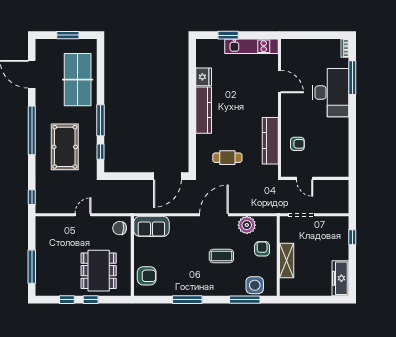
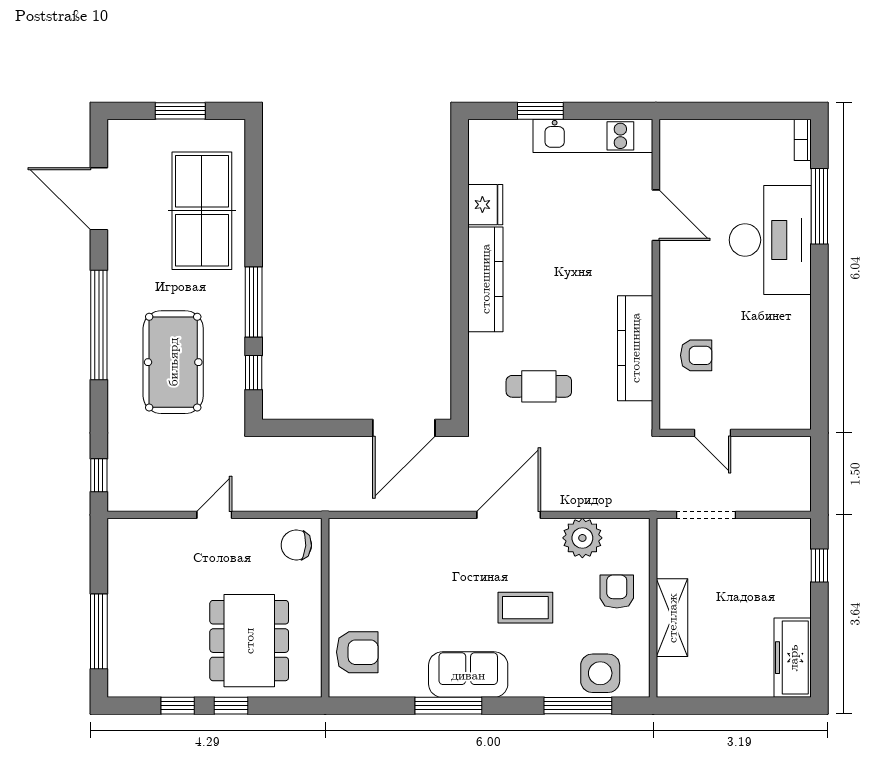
sofa: (151, 226) -> (468, 675), moved, turned 180

